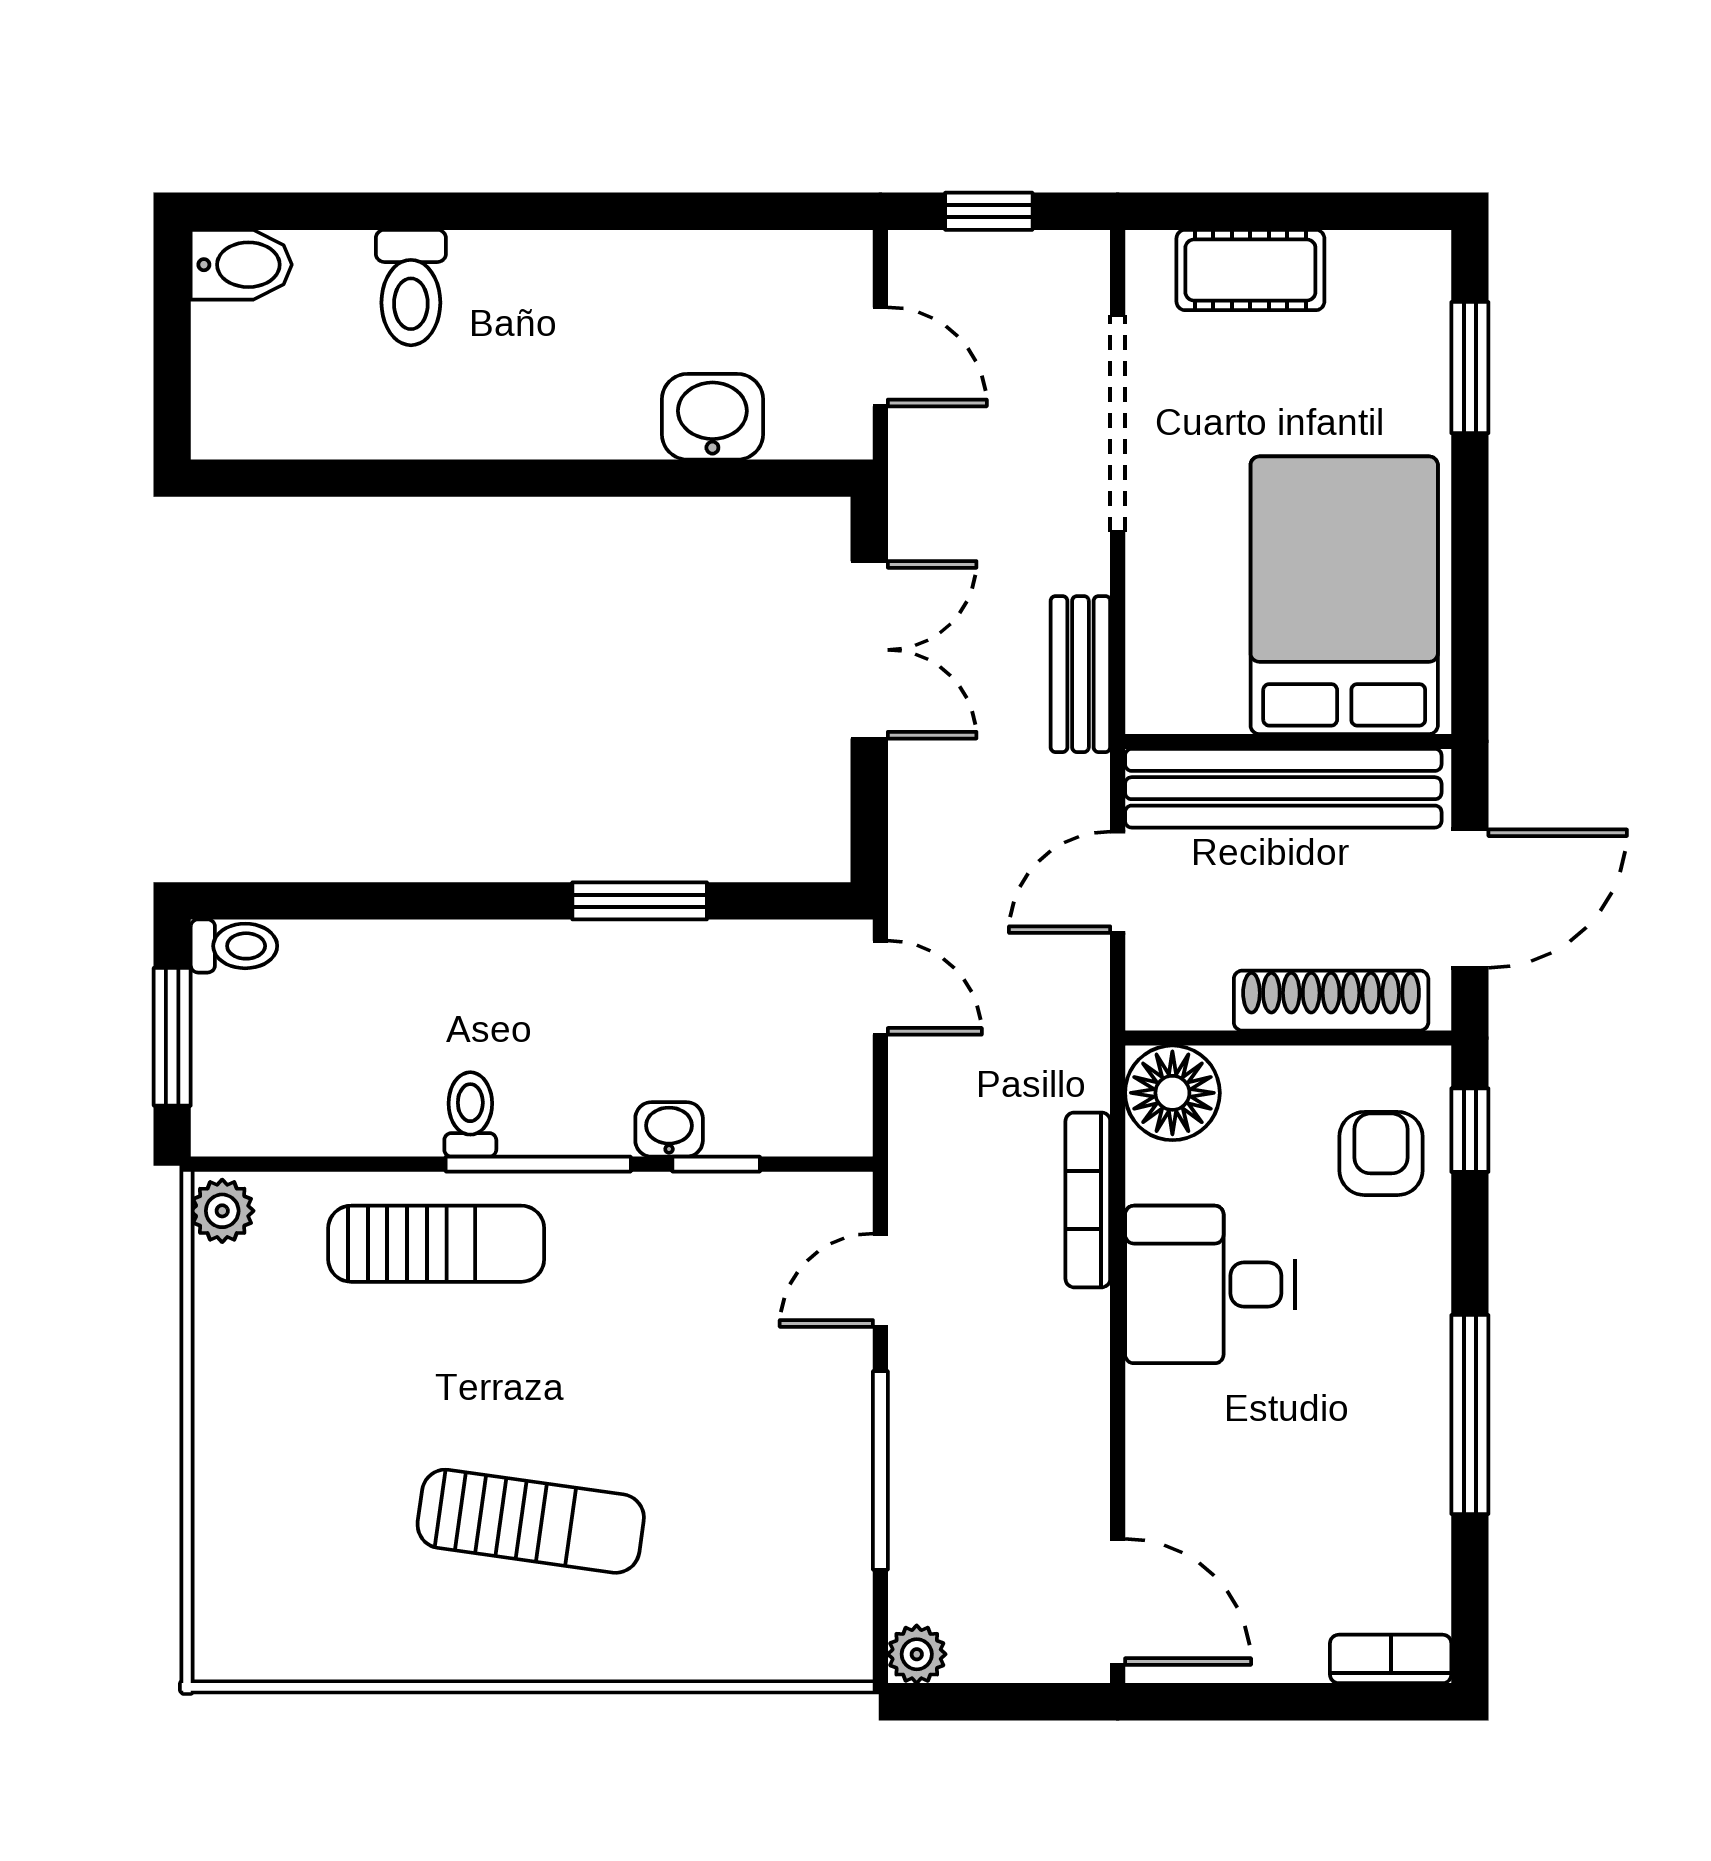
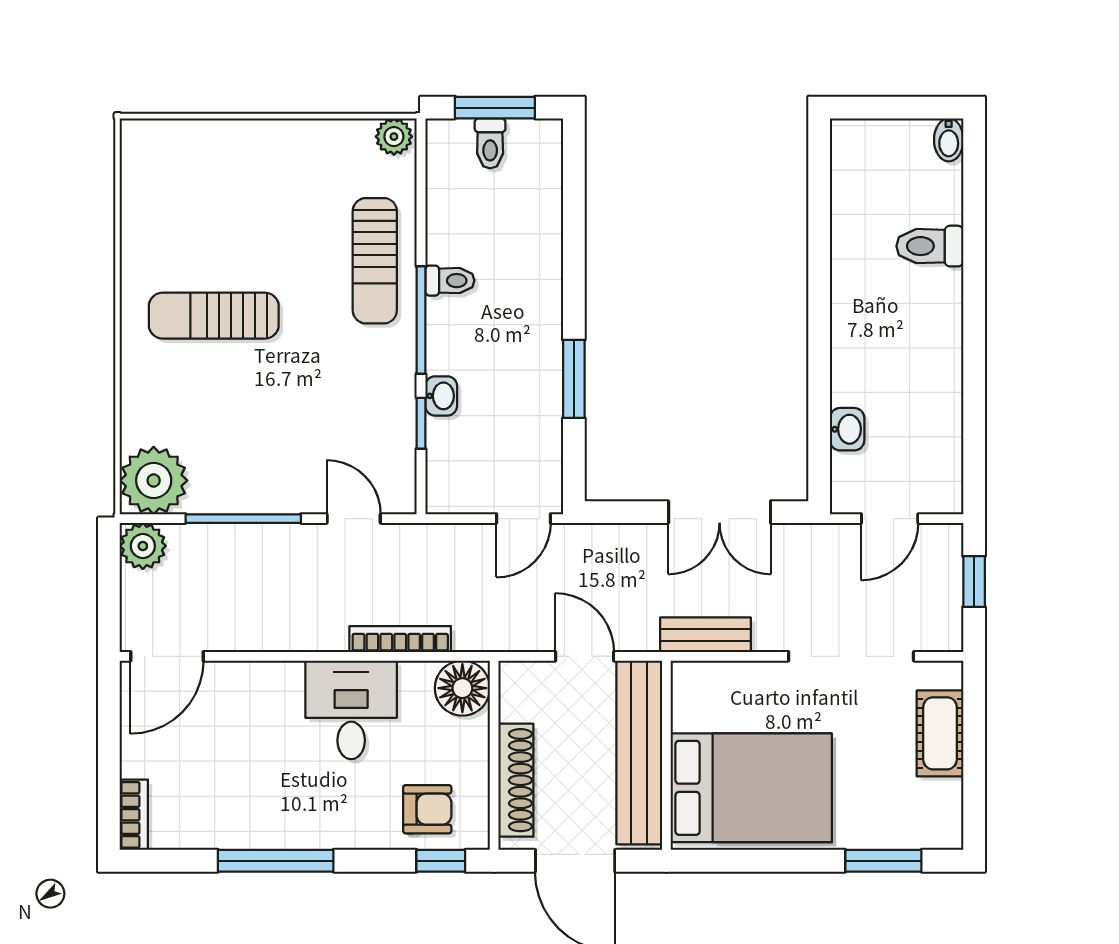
bidet: (241, 265) -> (949, 140), width x0.72, depth x0.74
washbasin: (712, 417) -> (847, 429), width x0.72, depth x0.69
toilet: (234, 946) -> (490, 143), moved
sun lounger: (531, 1521) -> (214, 316), turned 82
plant: (815, 1625) -> (154, 480), added
plant: (917, 1654) -> (143, 546), width x1.38, depth x1.38

